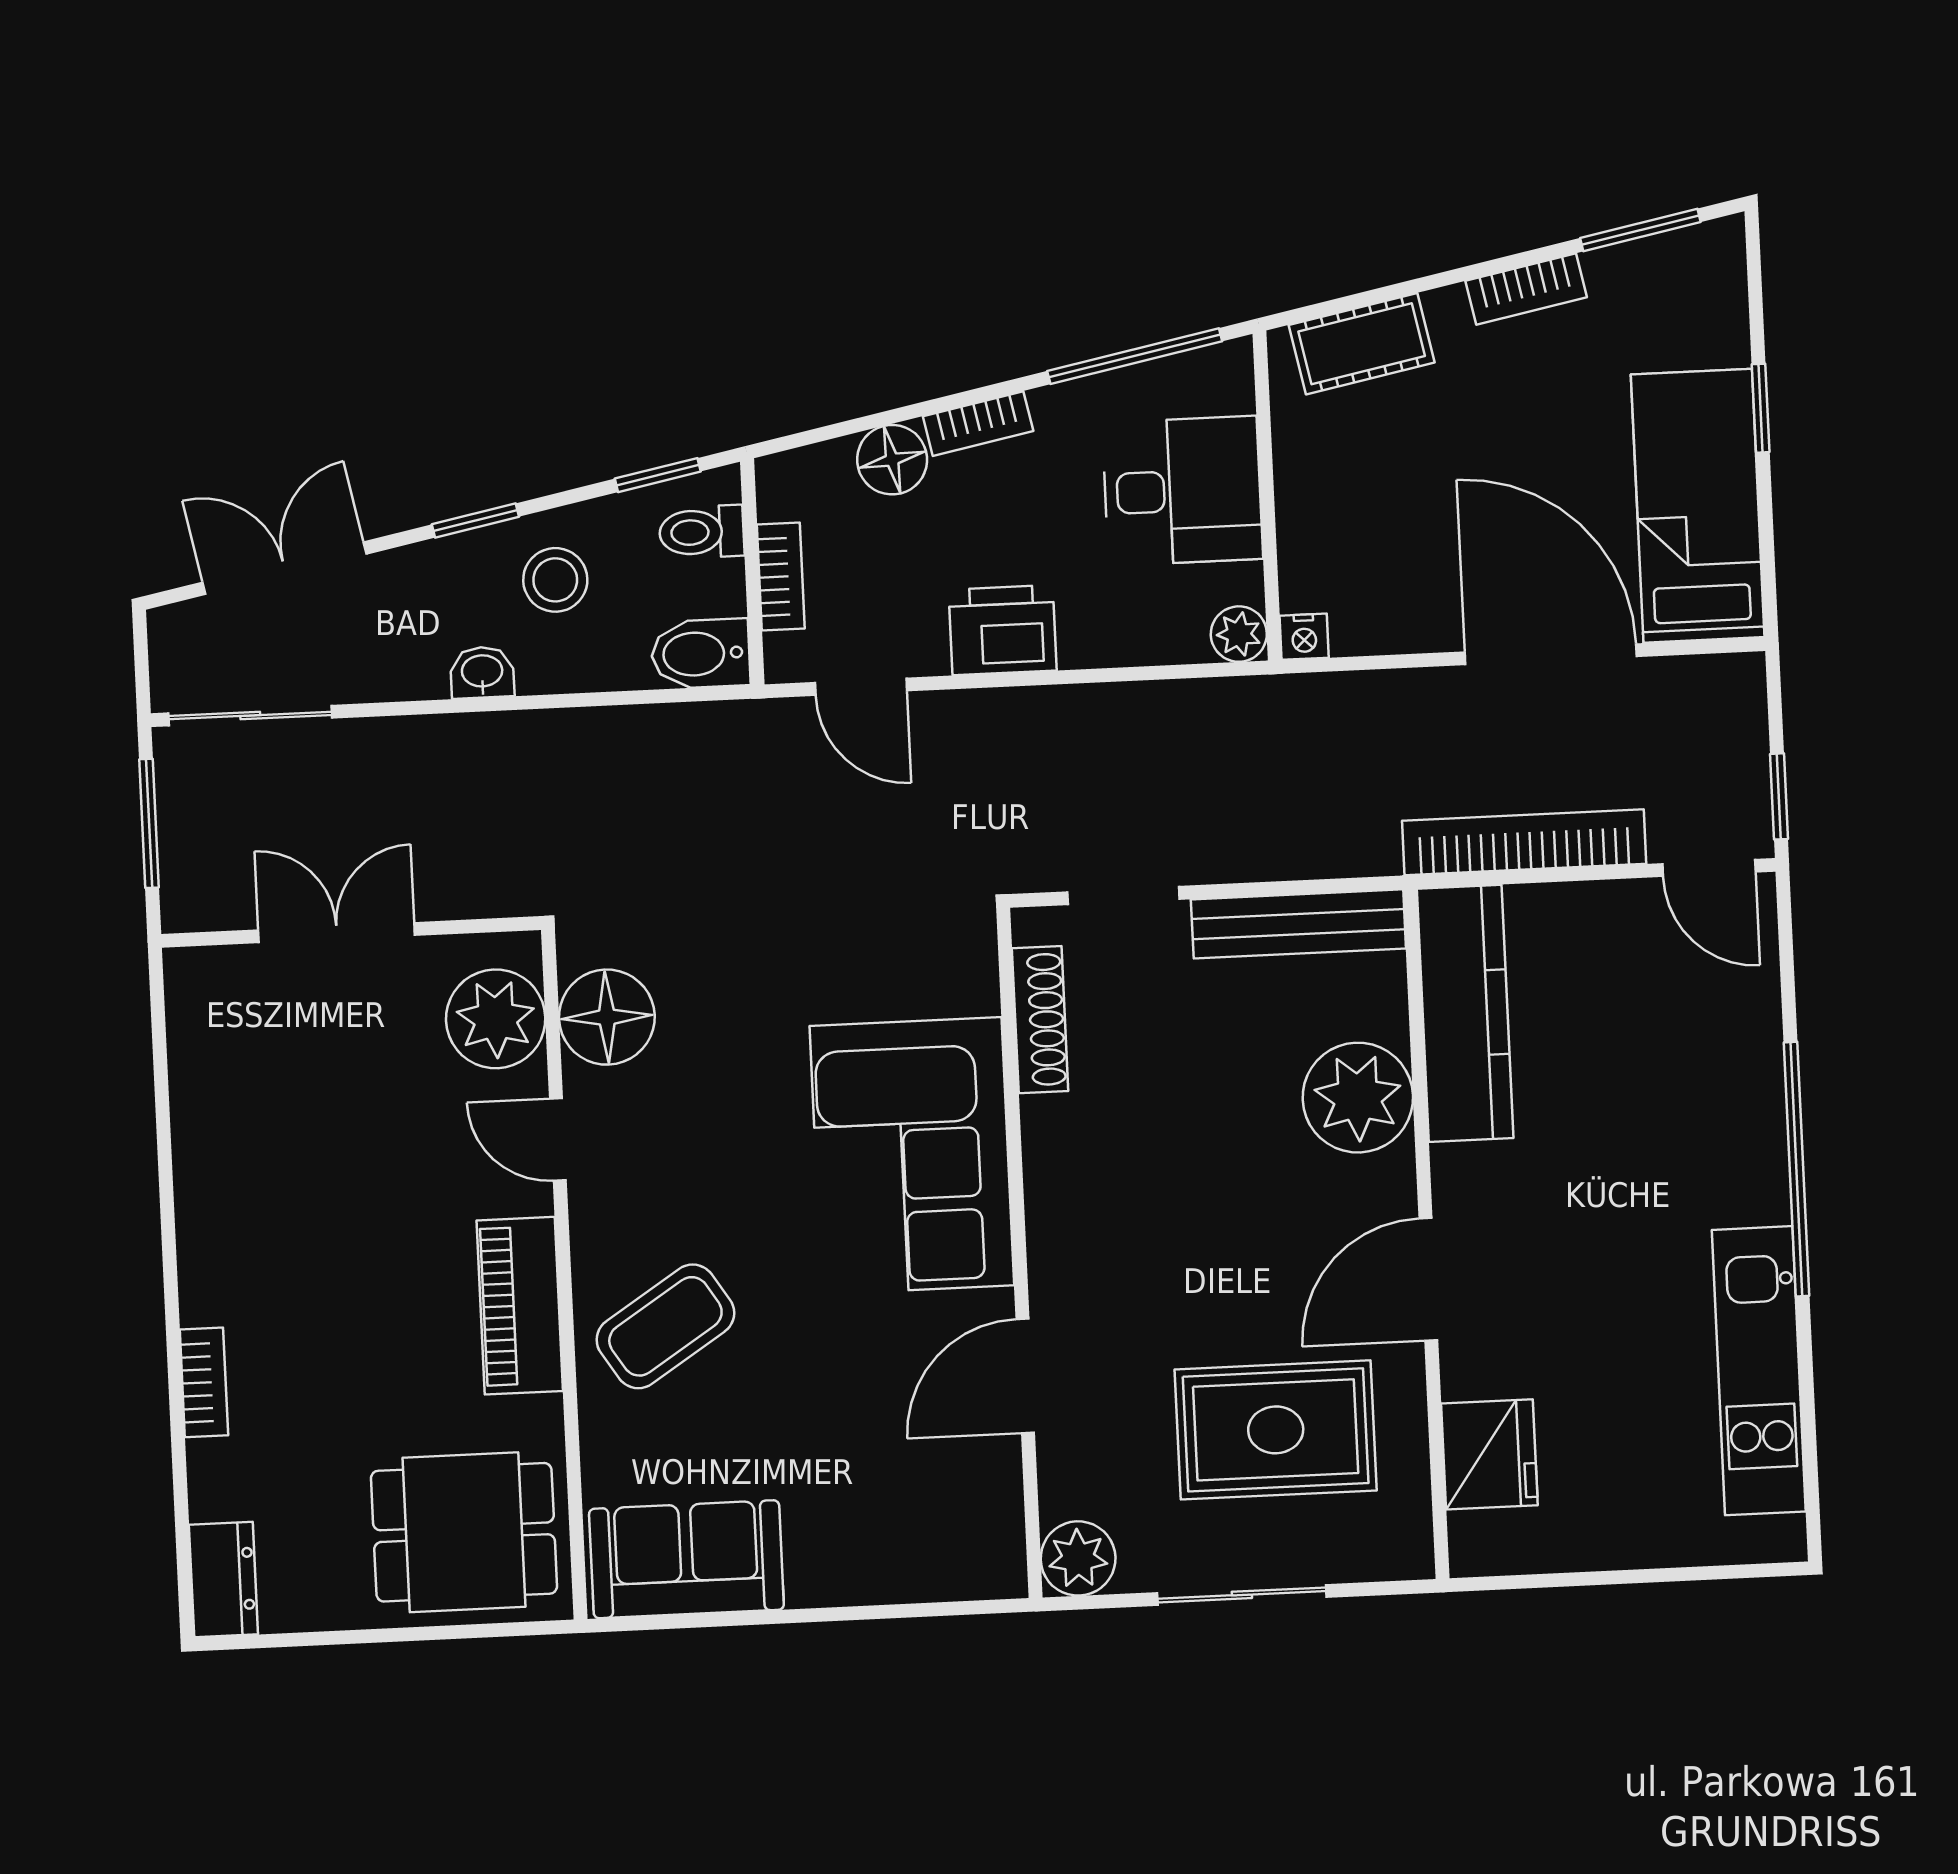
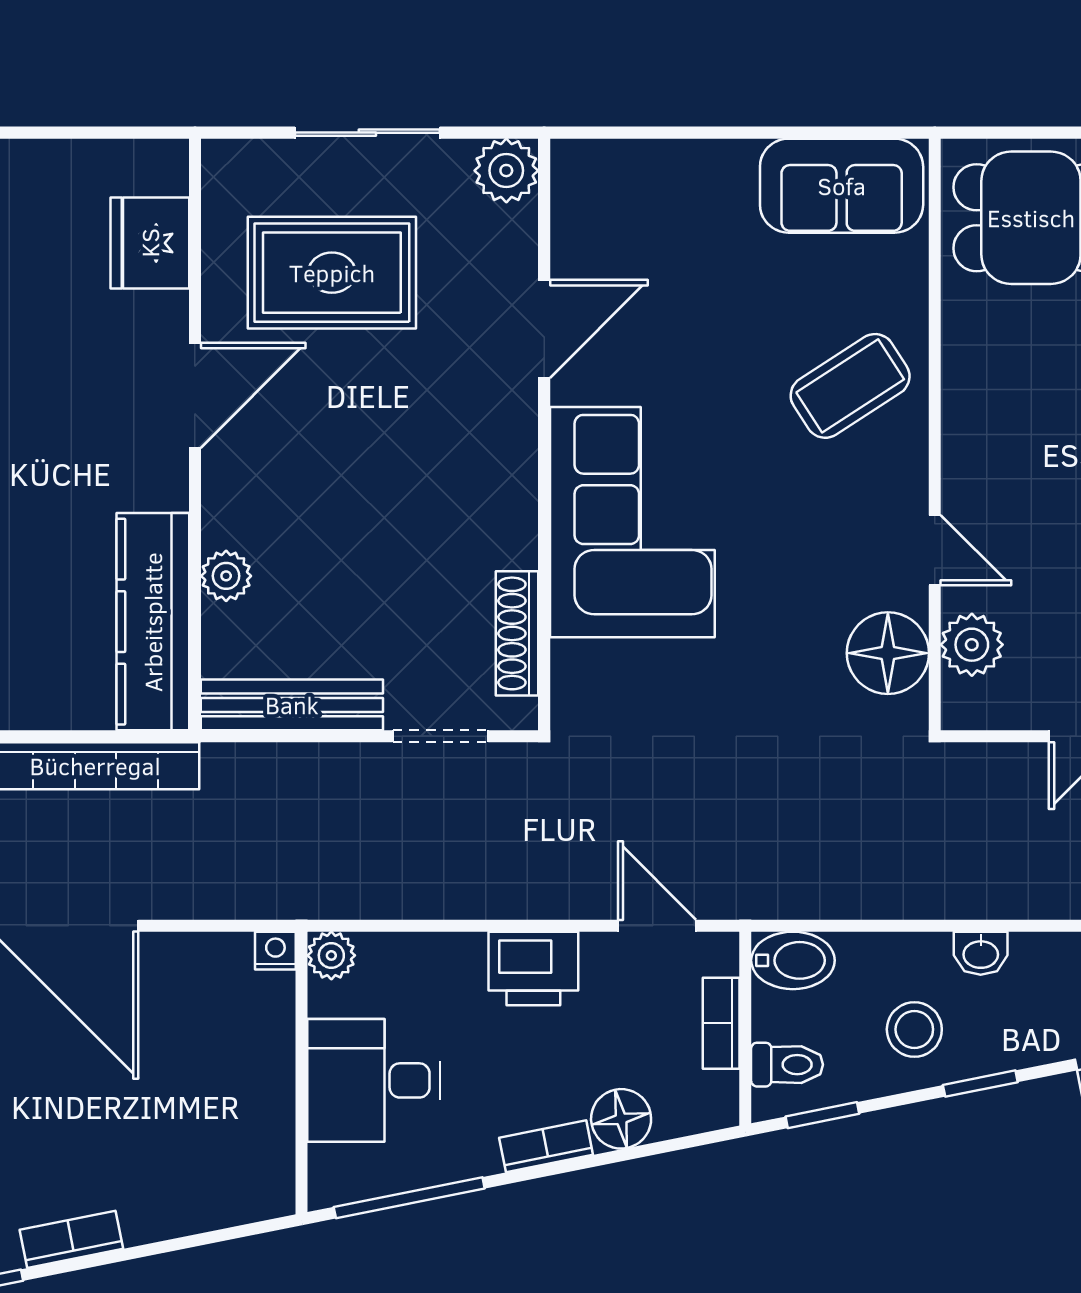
cot: (1362, 344) -> (214, 1199), removed
plant: (496, 1019) -> (972, 645), width x0.73, depth x0.73
plant: (1358, 1098) -> (226, 576), width x0.53, depth x0.53
piano: (520, 1306) -> (974, 409), removed

